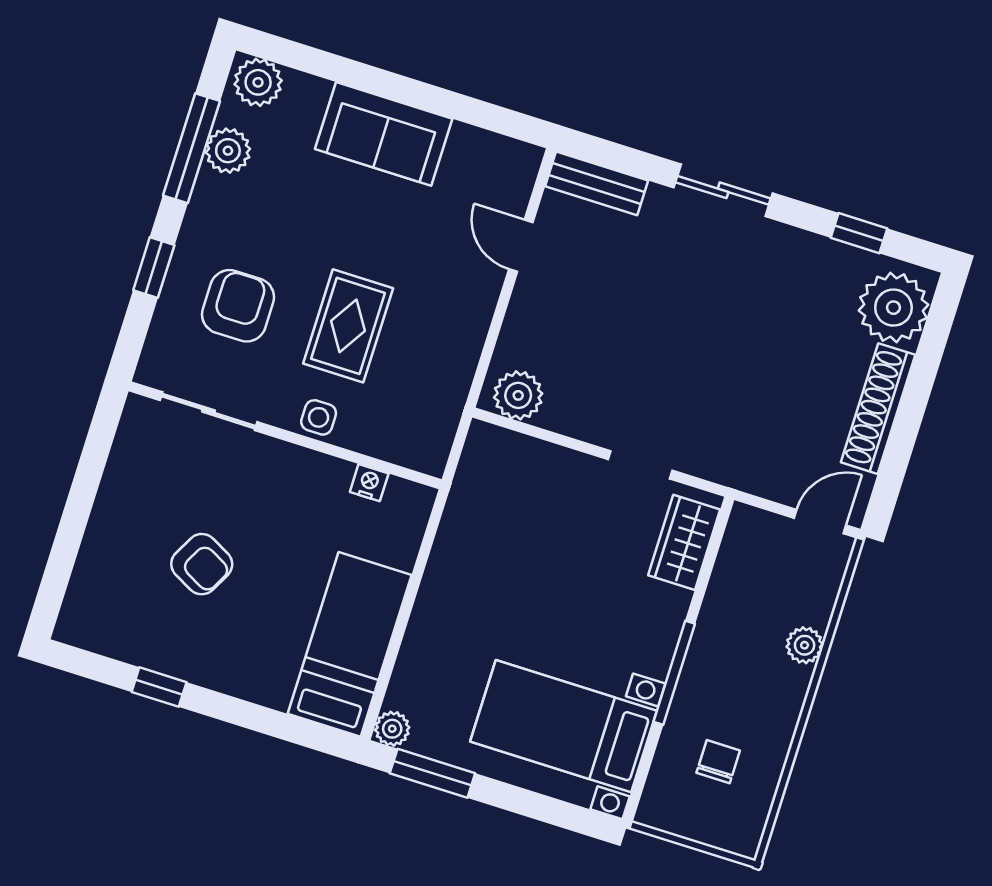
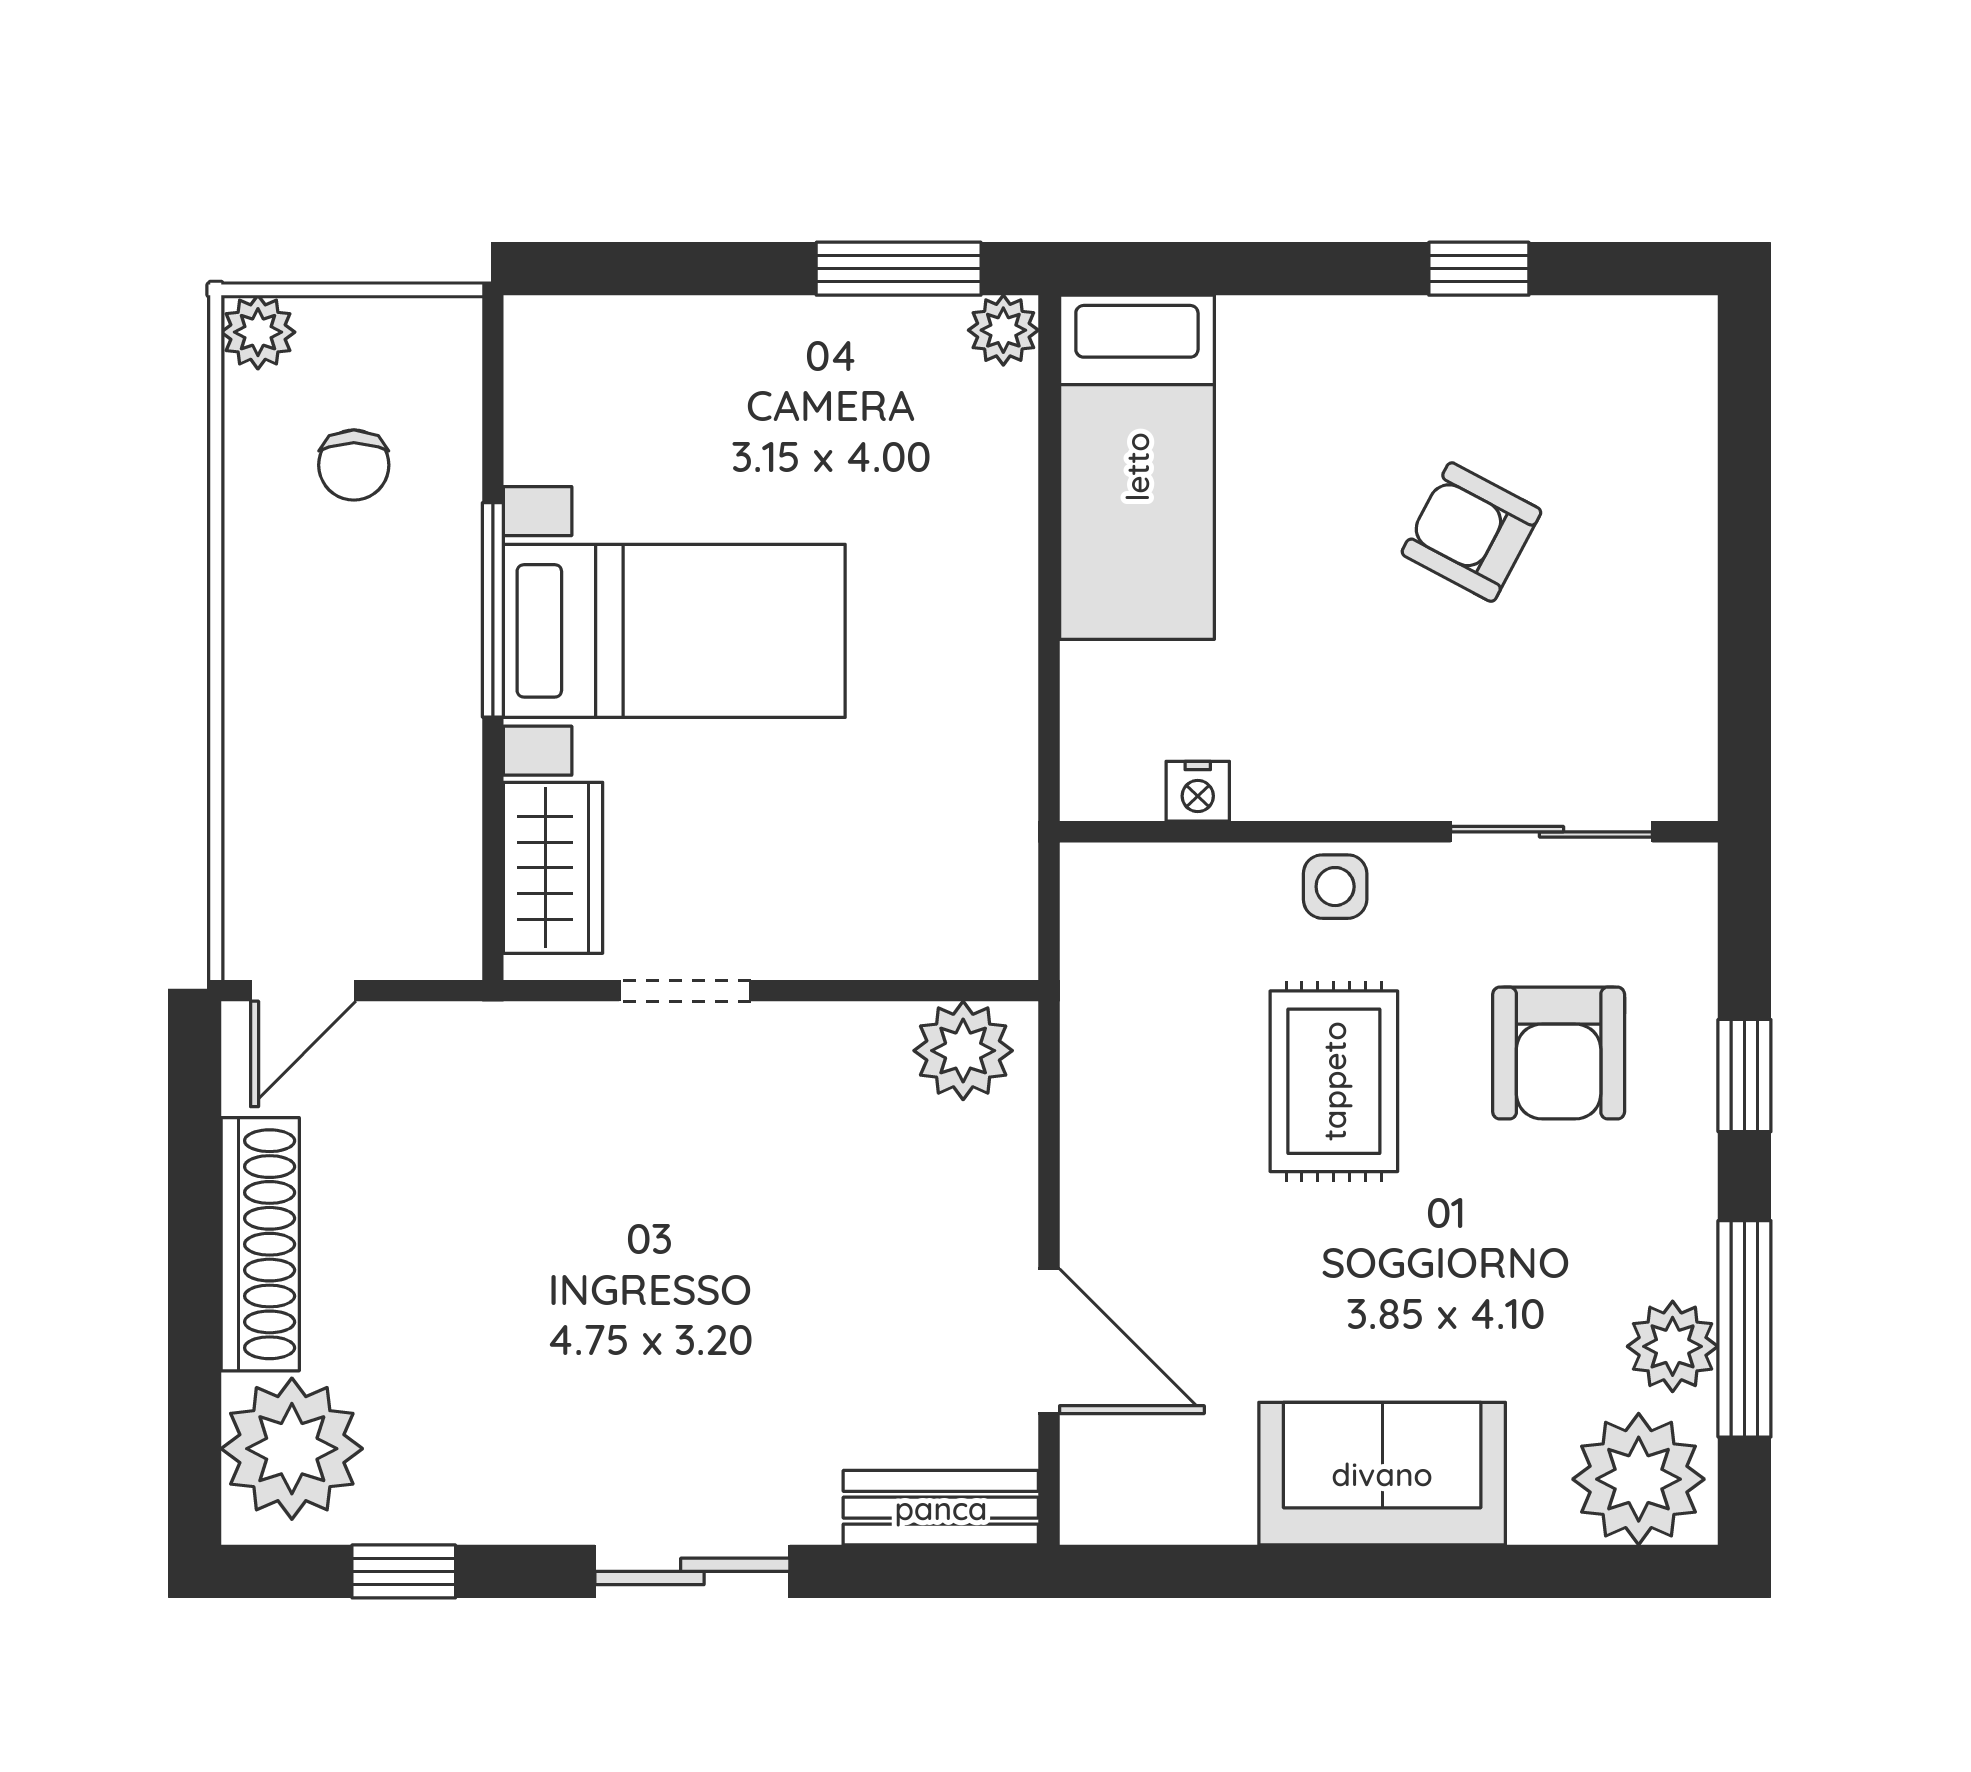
plant: (258, 82) -> (1639, 1479), width x1.36, depth x1.36
door: (521, 246) -> (1049, 1341), width x1.38
plant: (805, 645) -> (258, 332), moved
bed with nightstands: (563, 726) -> (674, 631), moved

